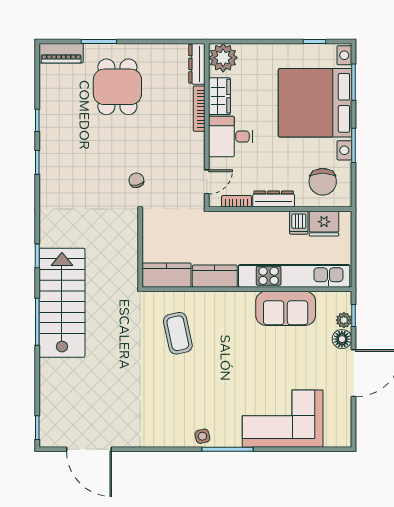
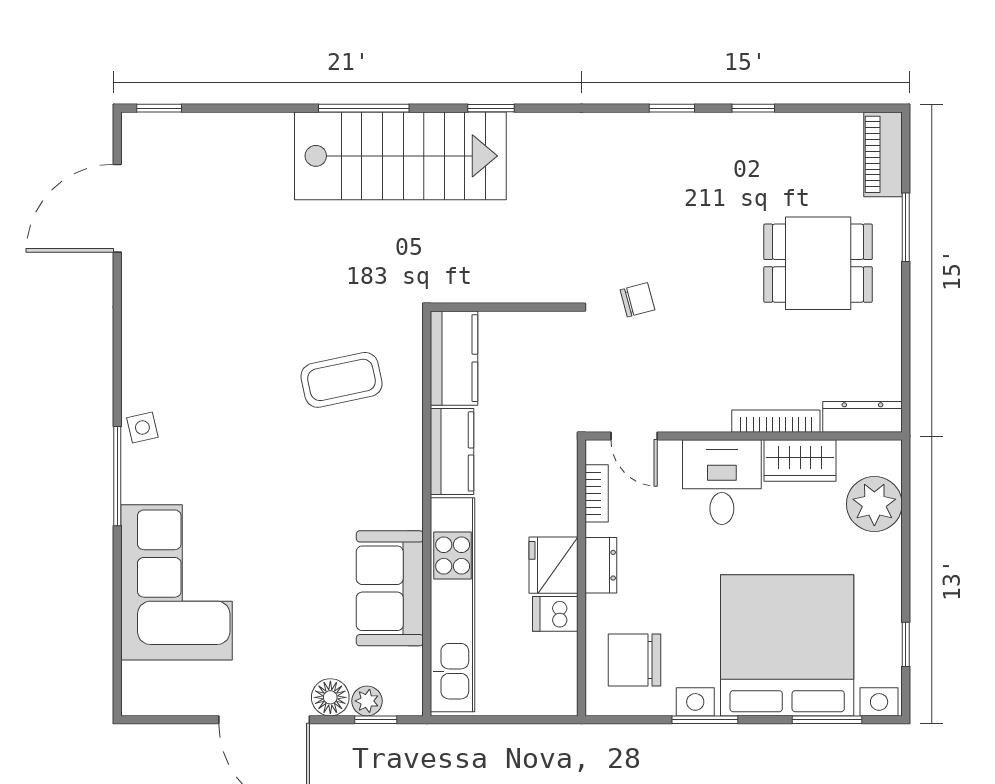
plant: (223, 58) -> (874, 504), moved
dresser: (274, 199) -> (601, 565), width x0.70
fridge: (324, 224) -> (553, 565), moved

